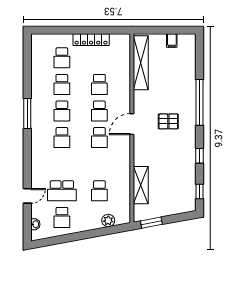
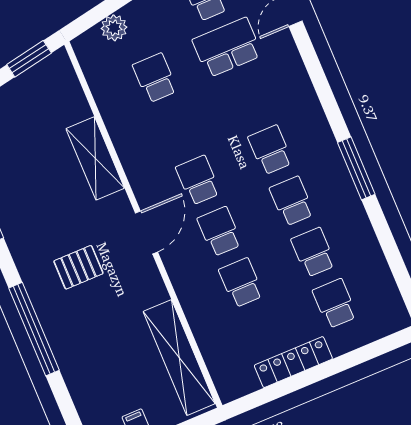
shelving: (141, 185) -> (95, 158), moved

